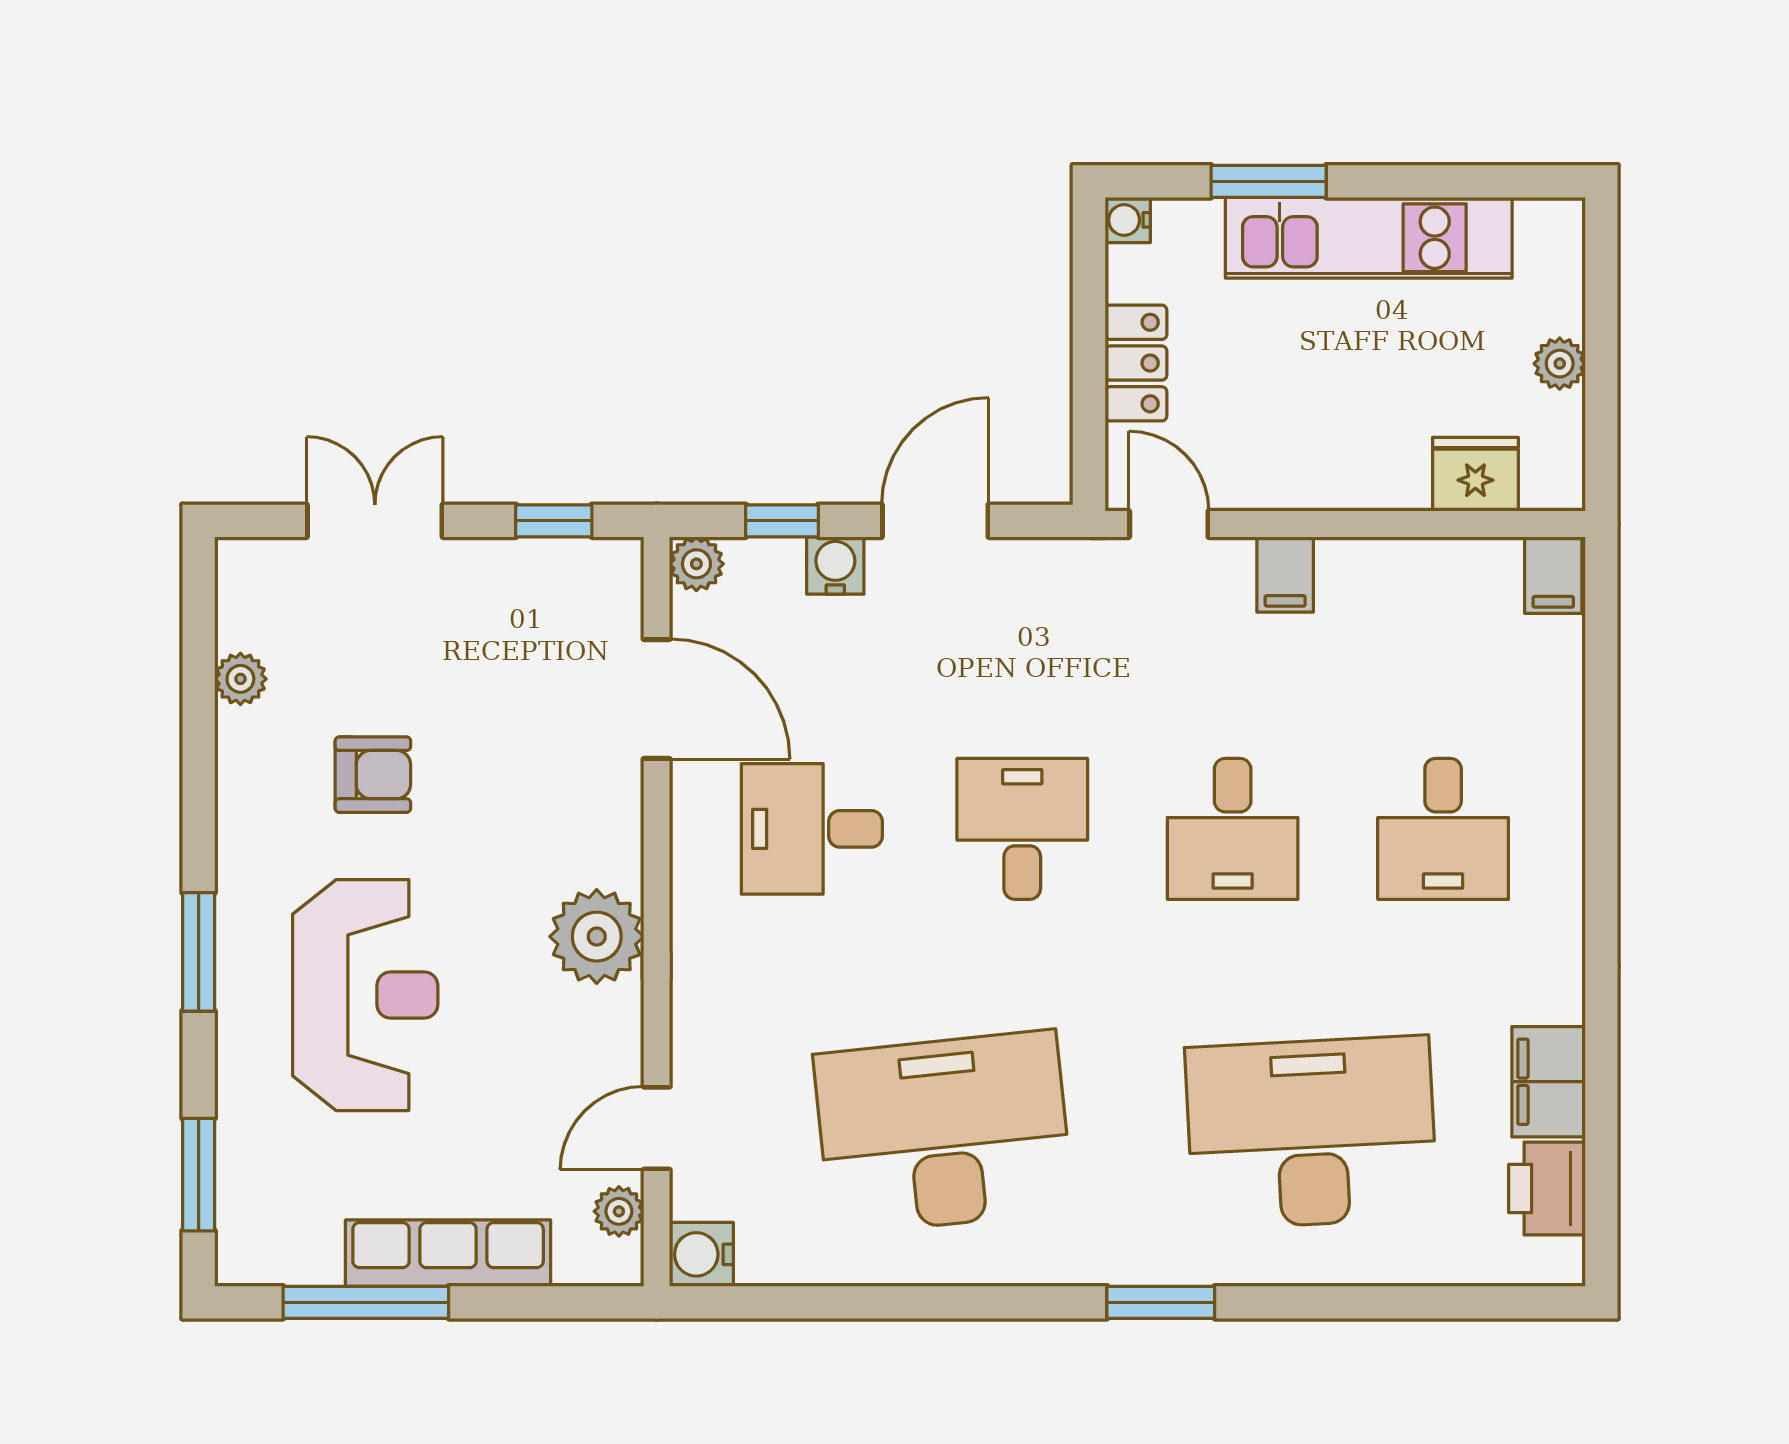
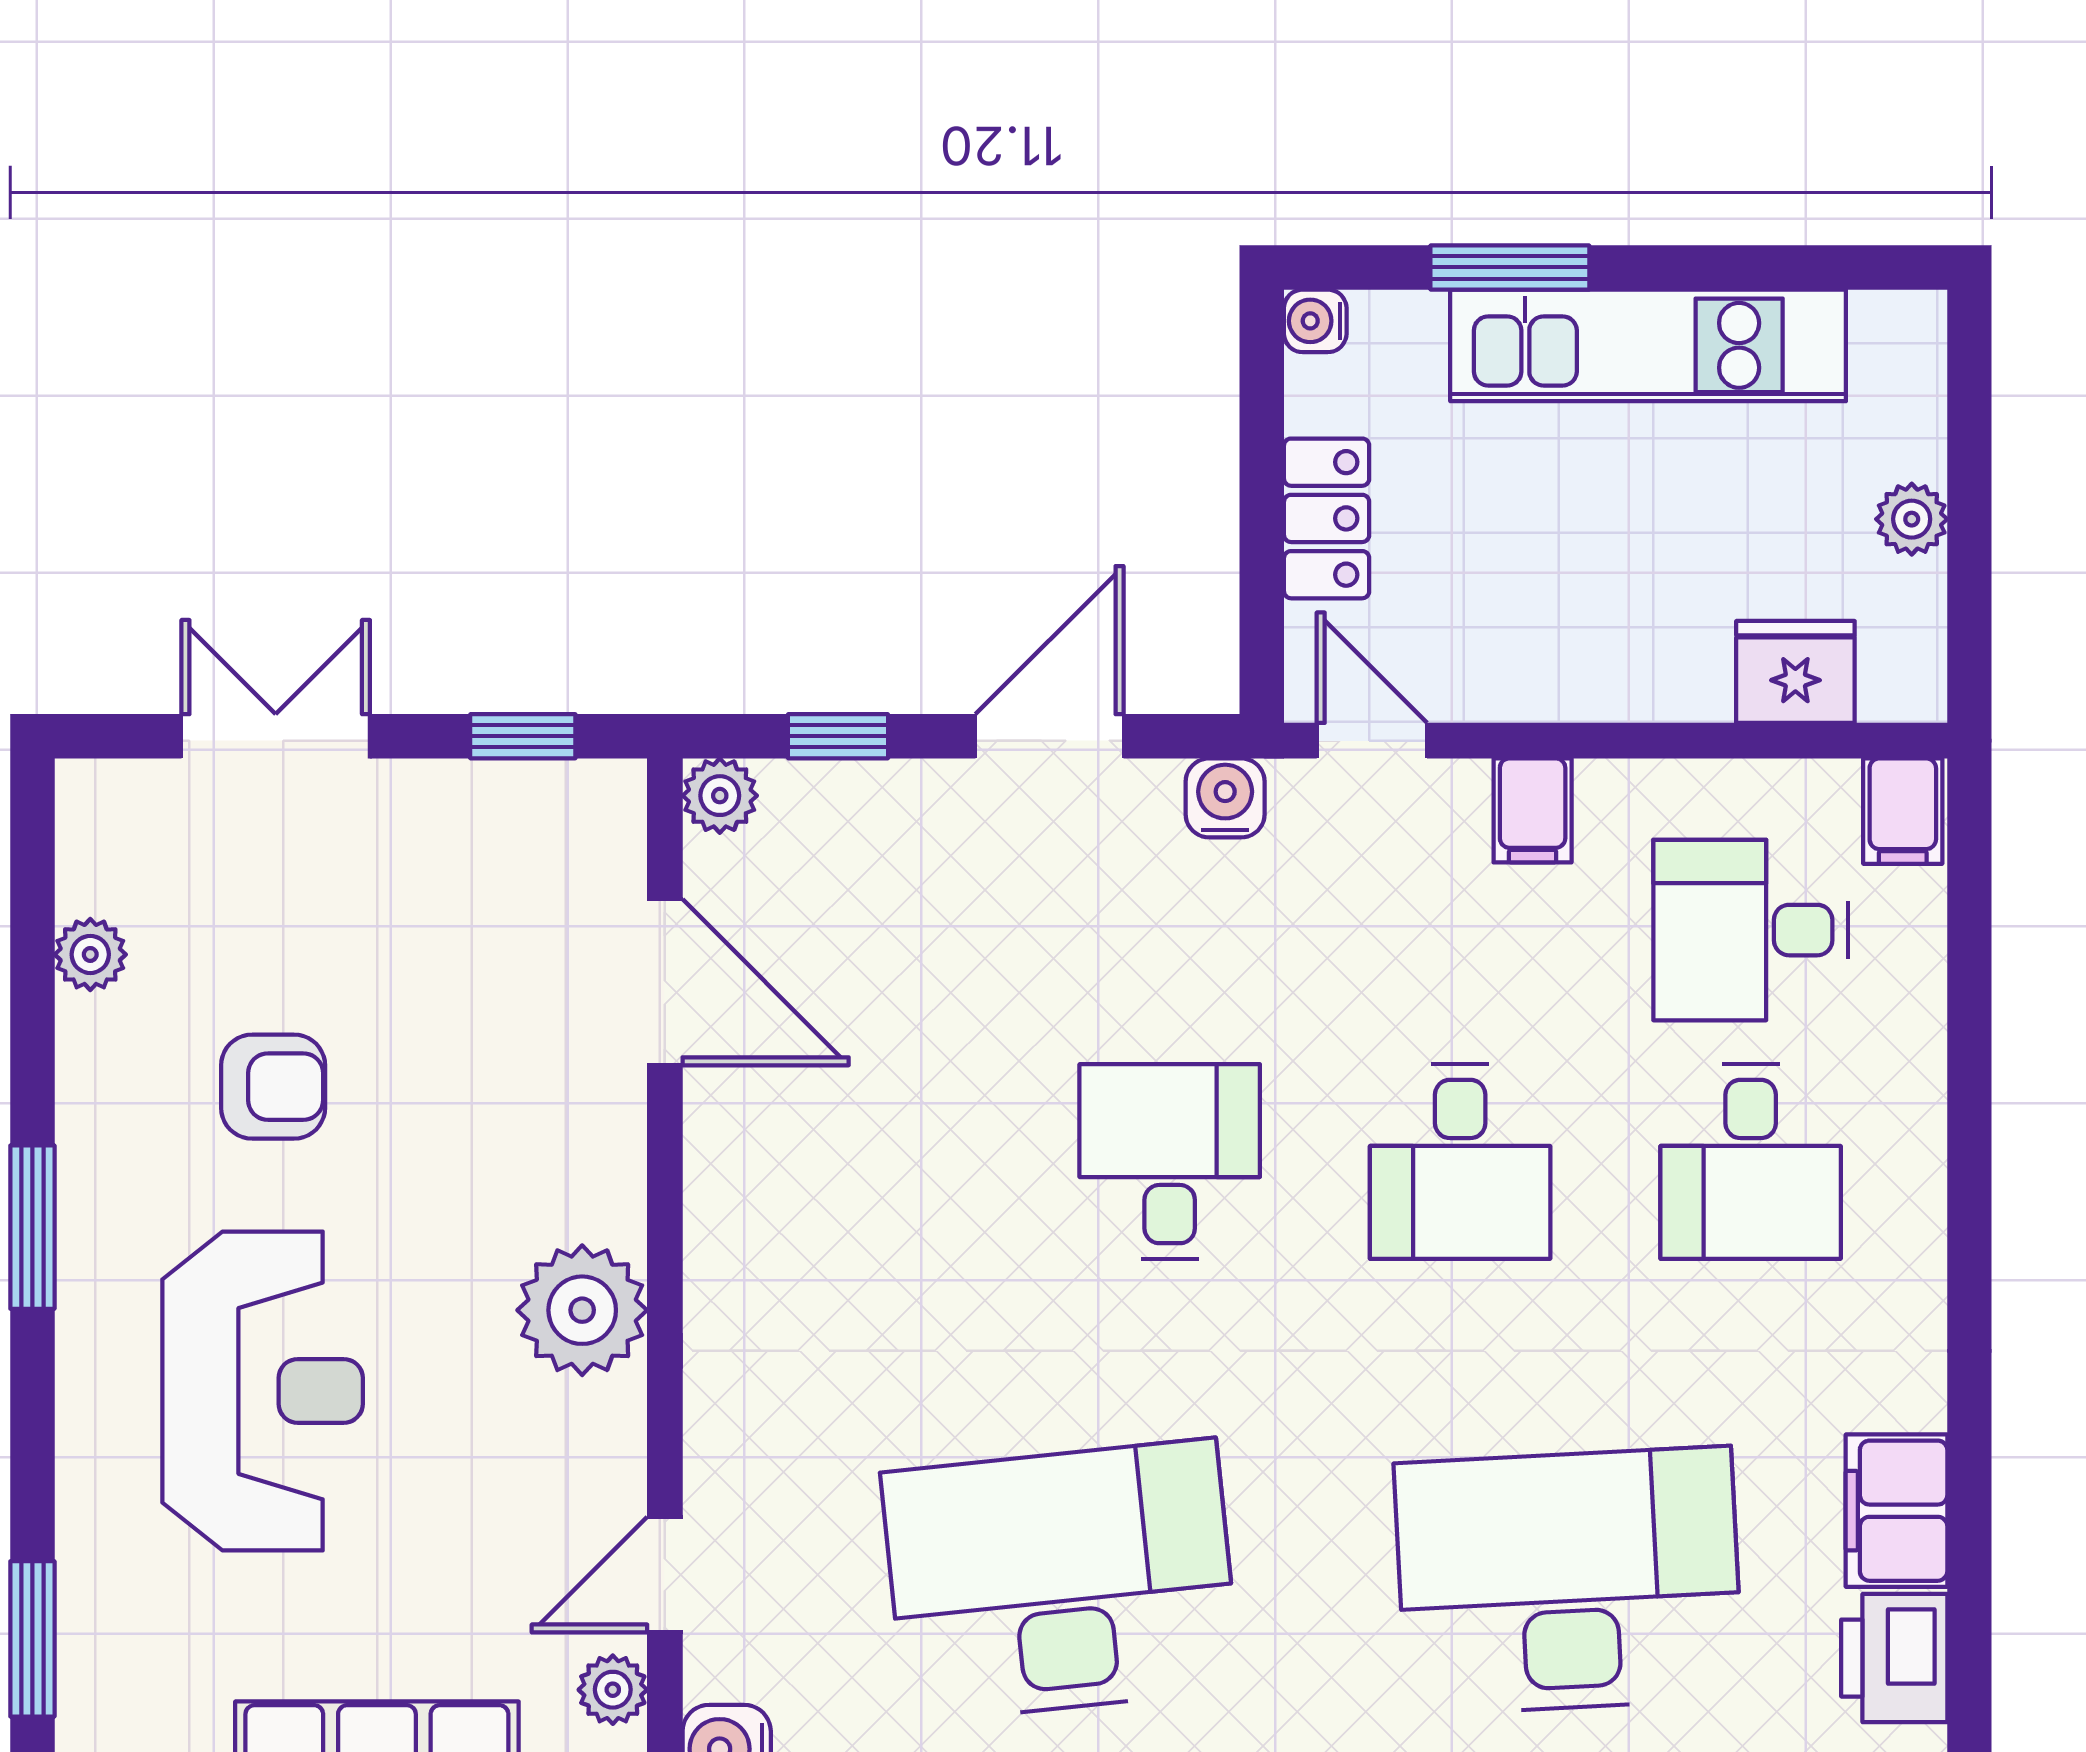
water cooler: (835, 565) -> (1225, 798), moved
desk: (812, 829) -> (1751, 930), moved
window: (199, 952) -> (32, 1227), moved

